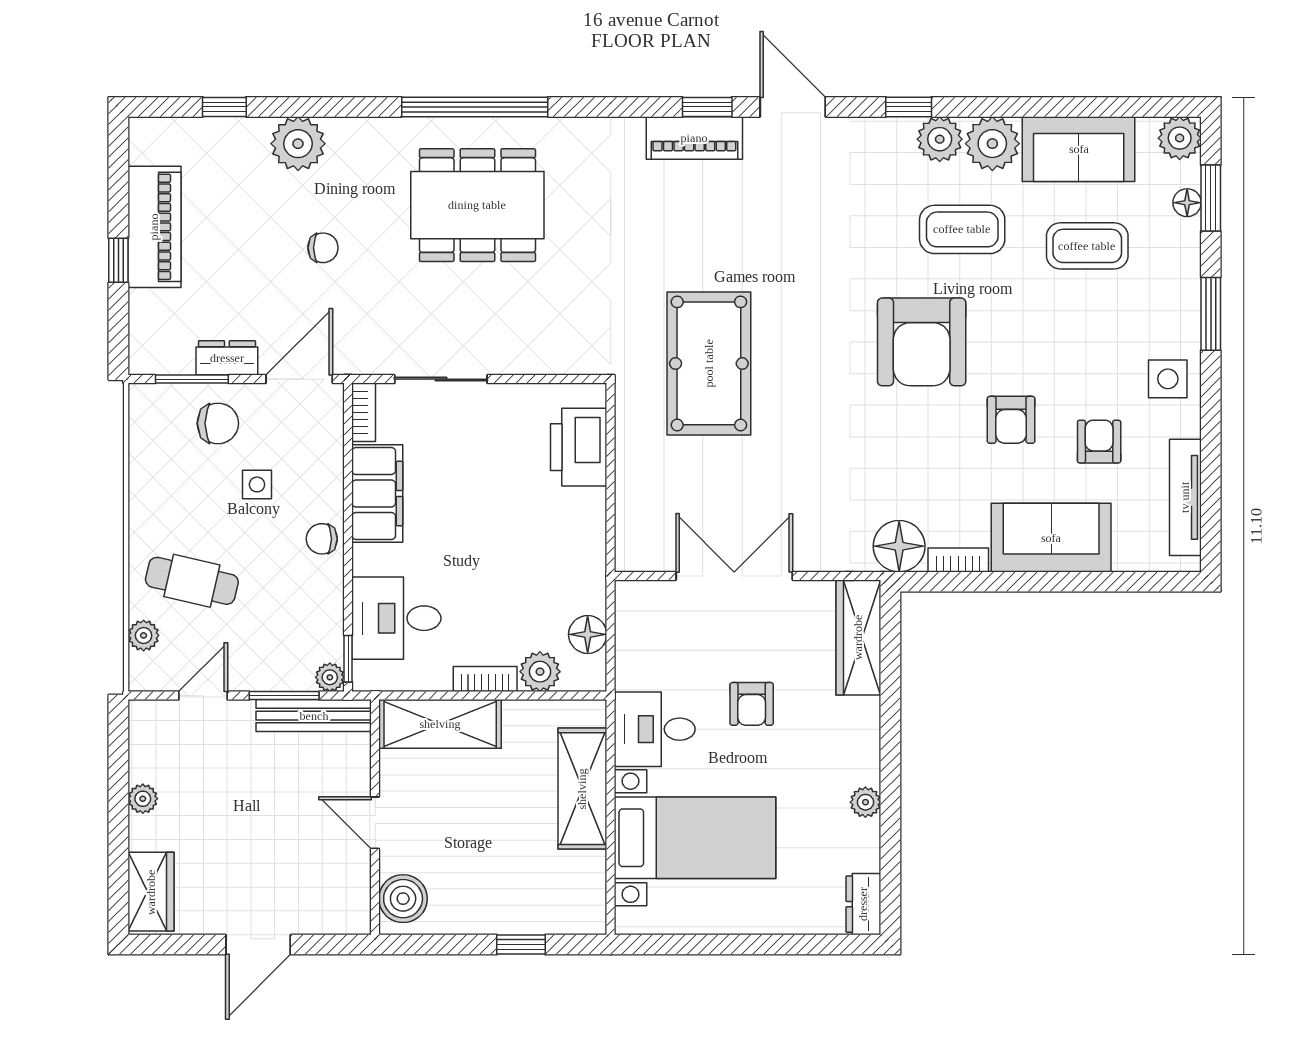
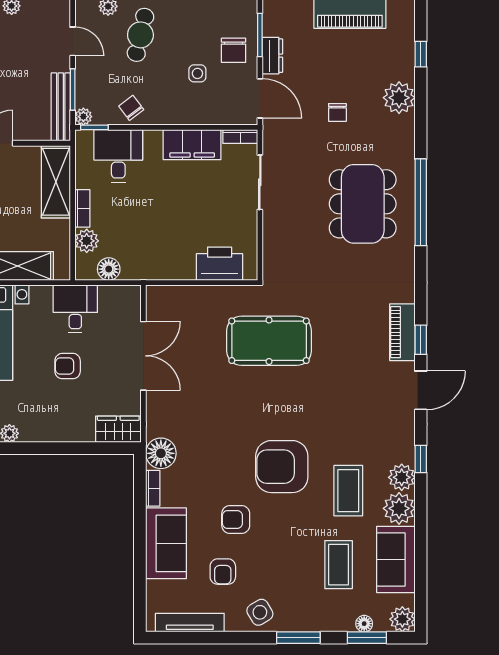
side table: (1168, 379) -> (260, 612), turned -31
armchair: (1099, 442) -> (223, 572), turned 90
chair: (322, 539) -> (131, 108), moved, turned -37
wardrobe: (858, 637) -> (118, 429), width x0.67
desk: (655, 729) -> (75, 309), moved

